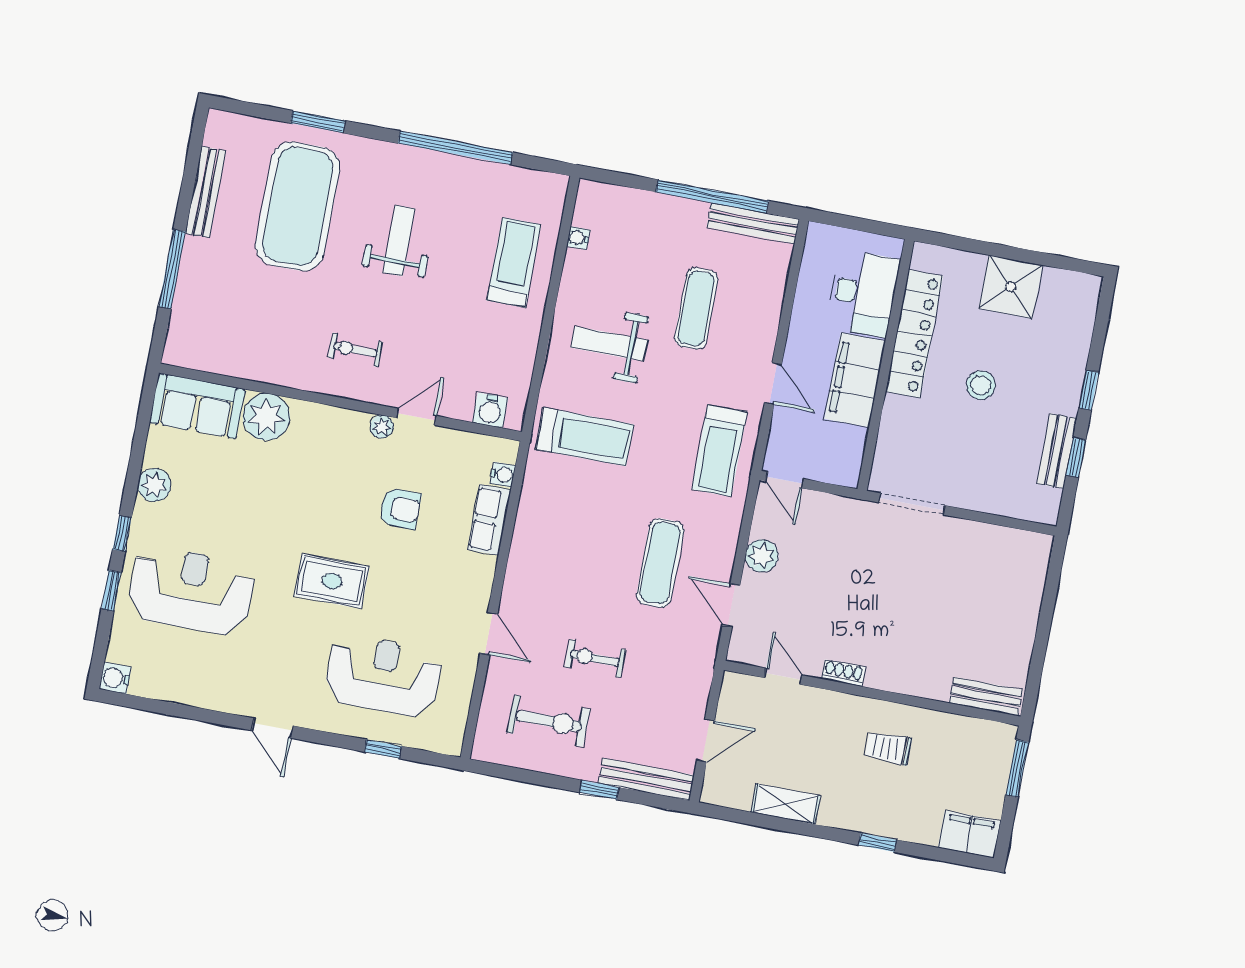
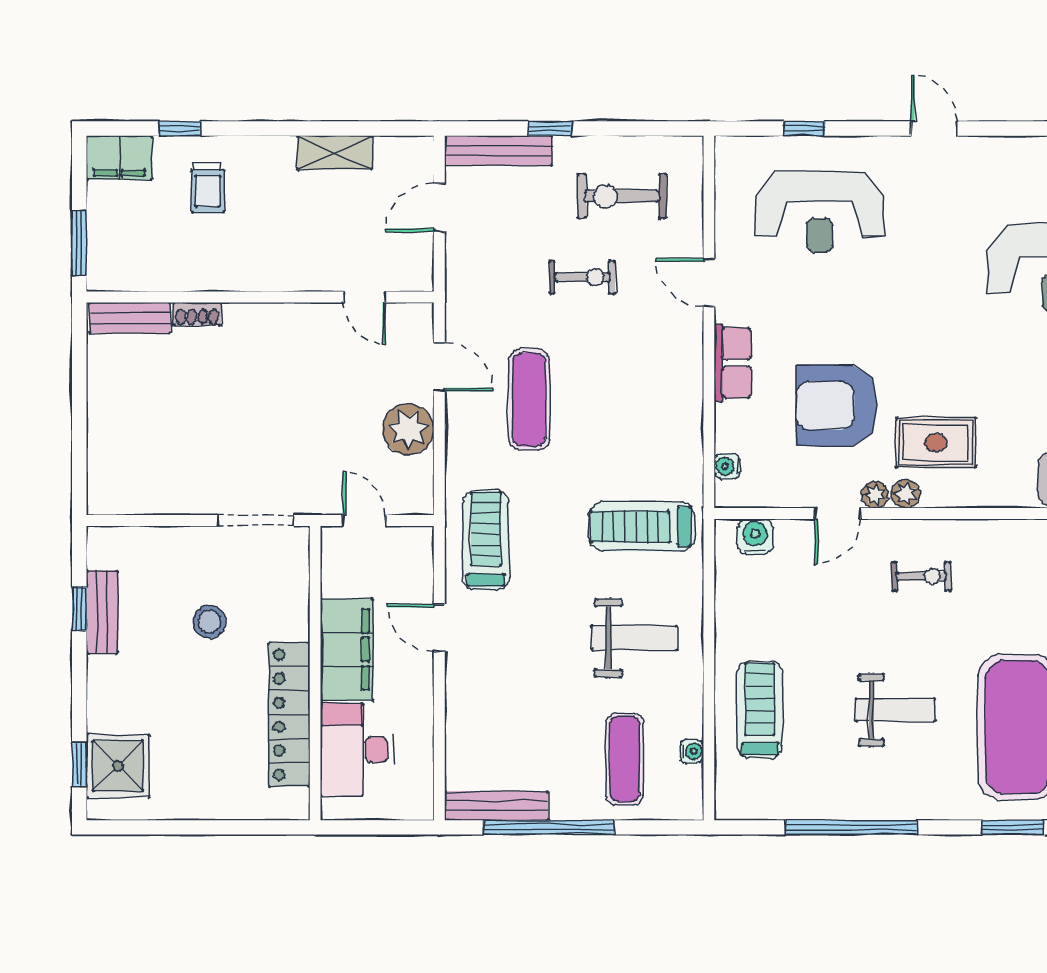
weight bench: (399, 241) -> (895, 710), turned -90
treadmill: (514, 262) -> (760, 710), turned 180
shower: (1011, 287) -> (118, 766), moved
exercise mat: (696, 308) -> (625, 759), moved
stool: (981, 385) -> (209, 622), moved
window: (1089, 390) -> (79, 764), moved
plant: (266, 417) -> (906, 494), moved, width x0.53, depth x0.53
door: (785, 480) -> (364, 521), moved
armchair: (400, 509) -> (836, 405), width x1.88, depth x1.88
row of seats: (489, 520) -> (733, 363), moved
plant: (762, 556) -> (408, 429), width x1.36, depth x1.36
rug: (332, 581) -> (936, 443), moved
shoe rack: (843, 673) -> (197, 314), moved
trolley: (888, 748) -> (208, 188), moved, turned 90
window: (877, 842) -> (180, 129), moved

